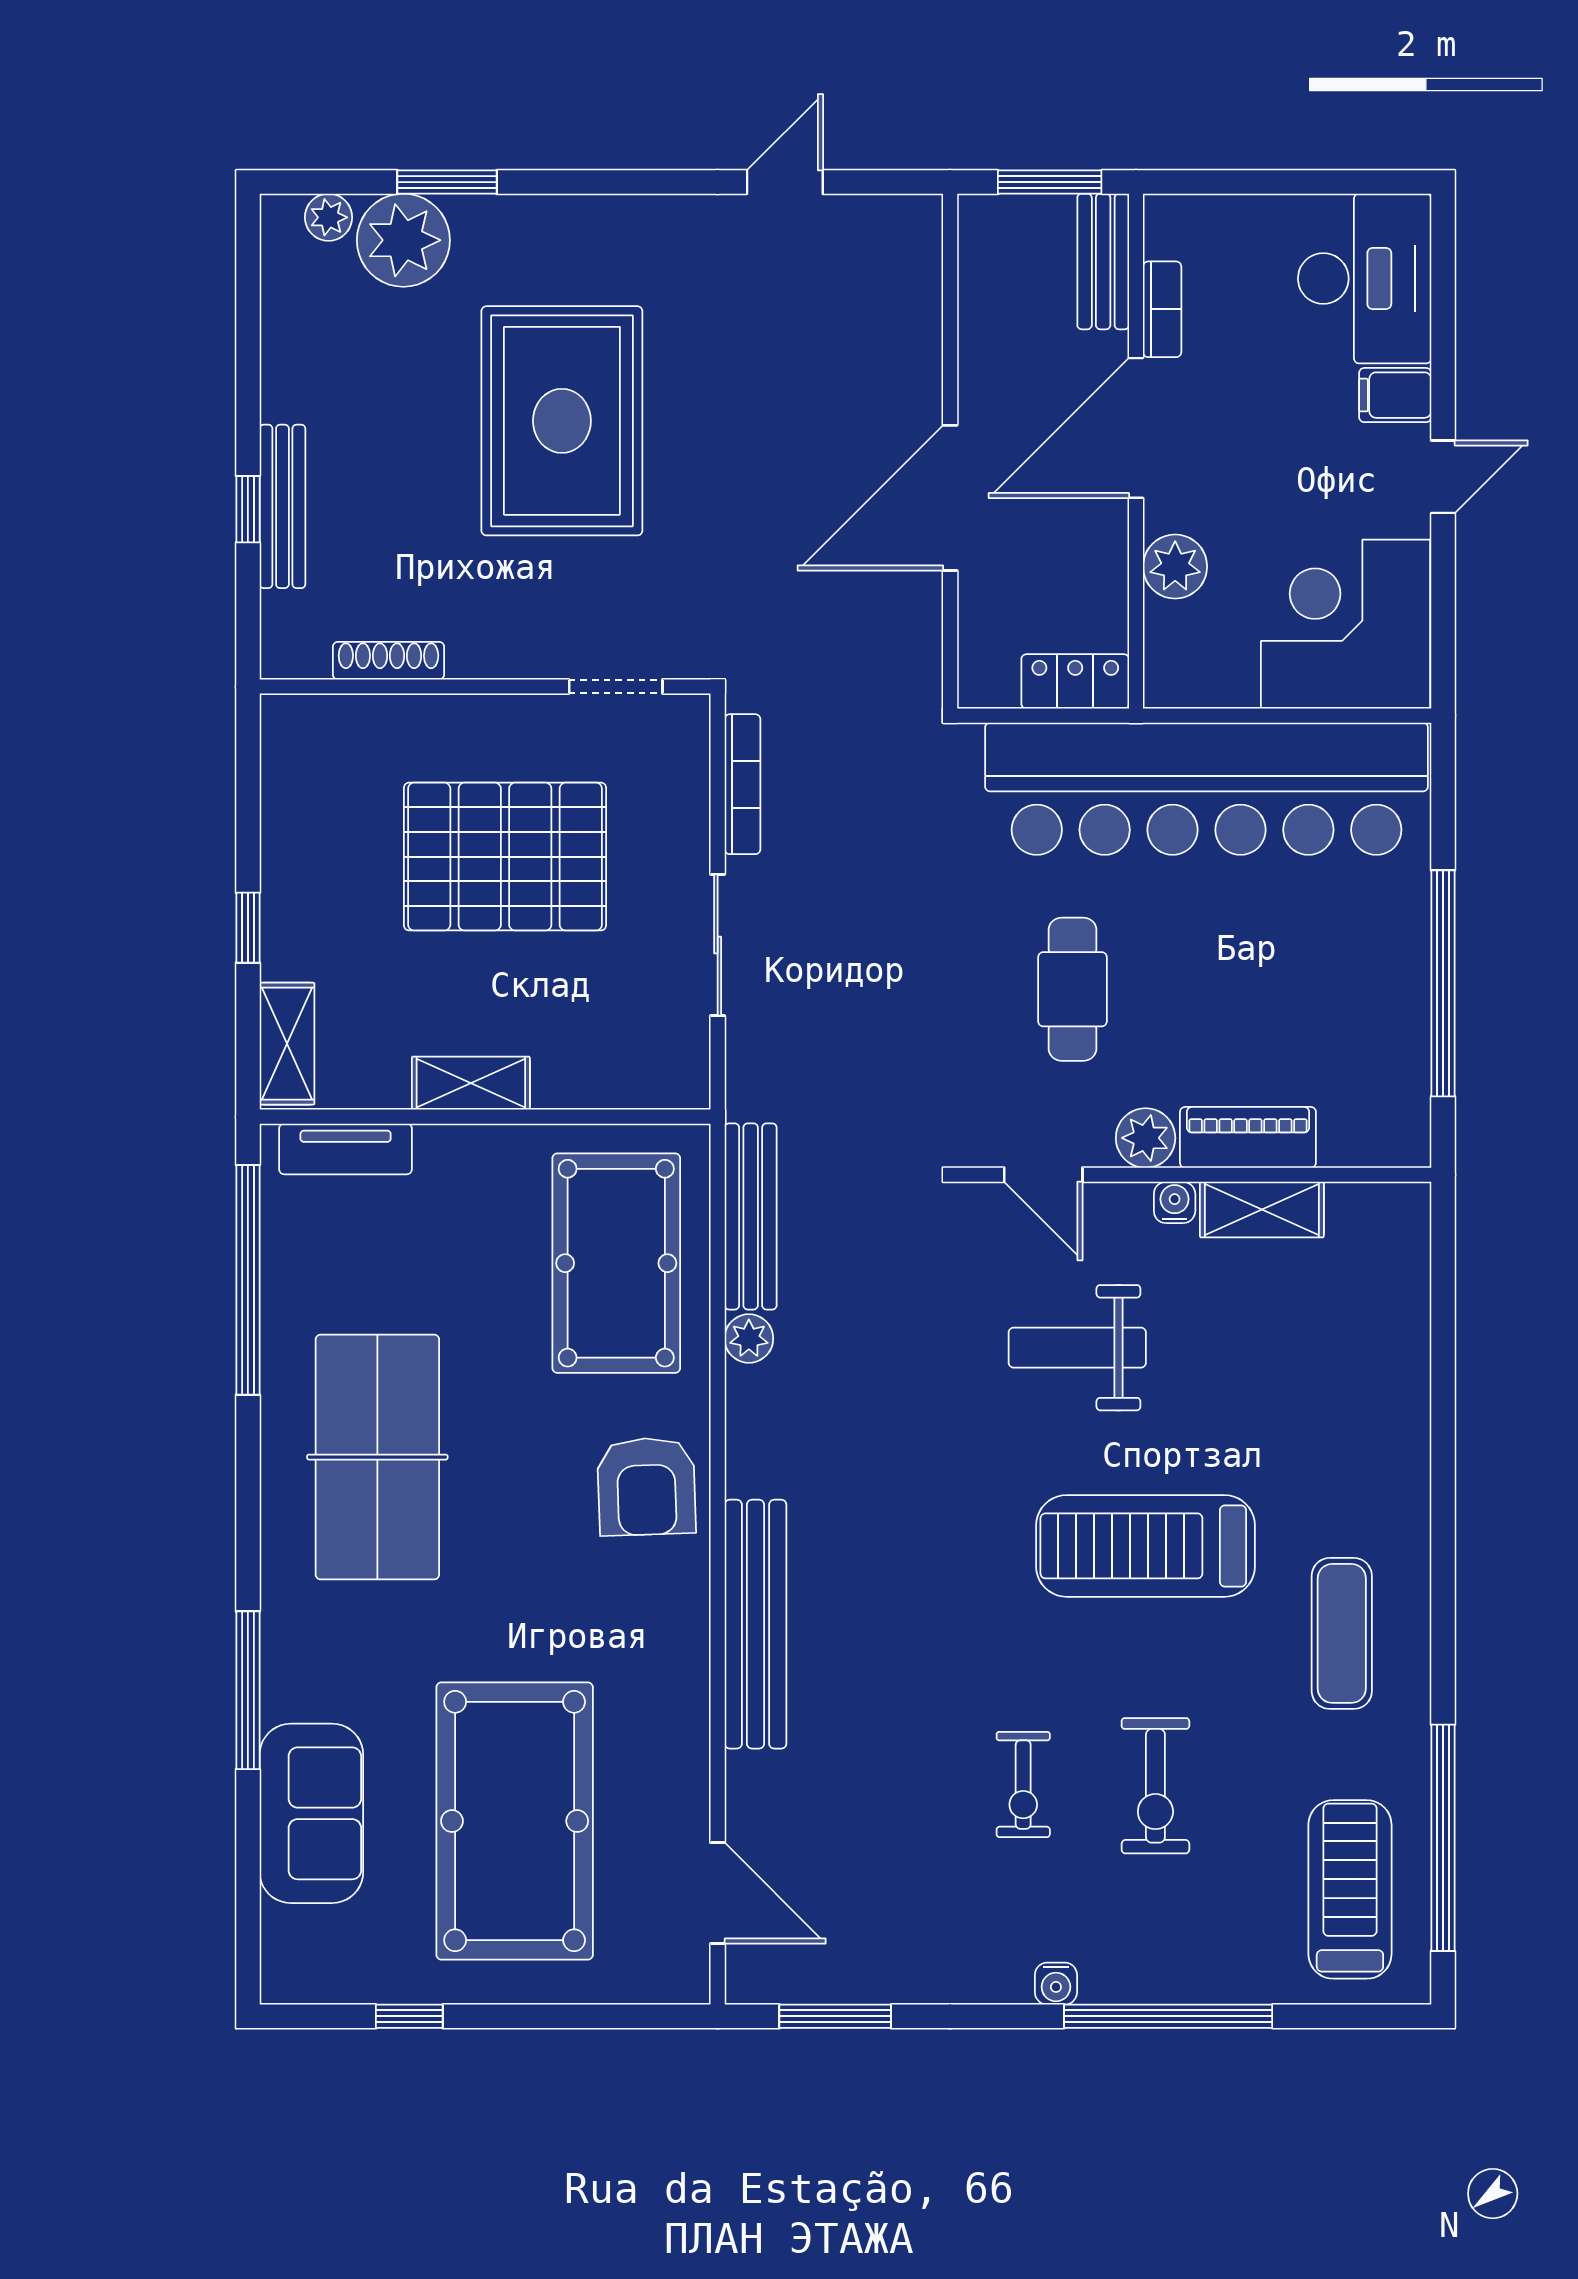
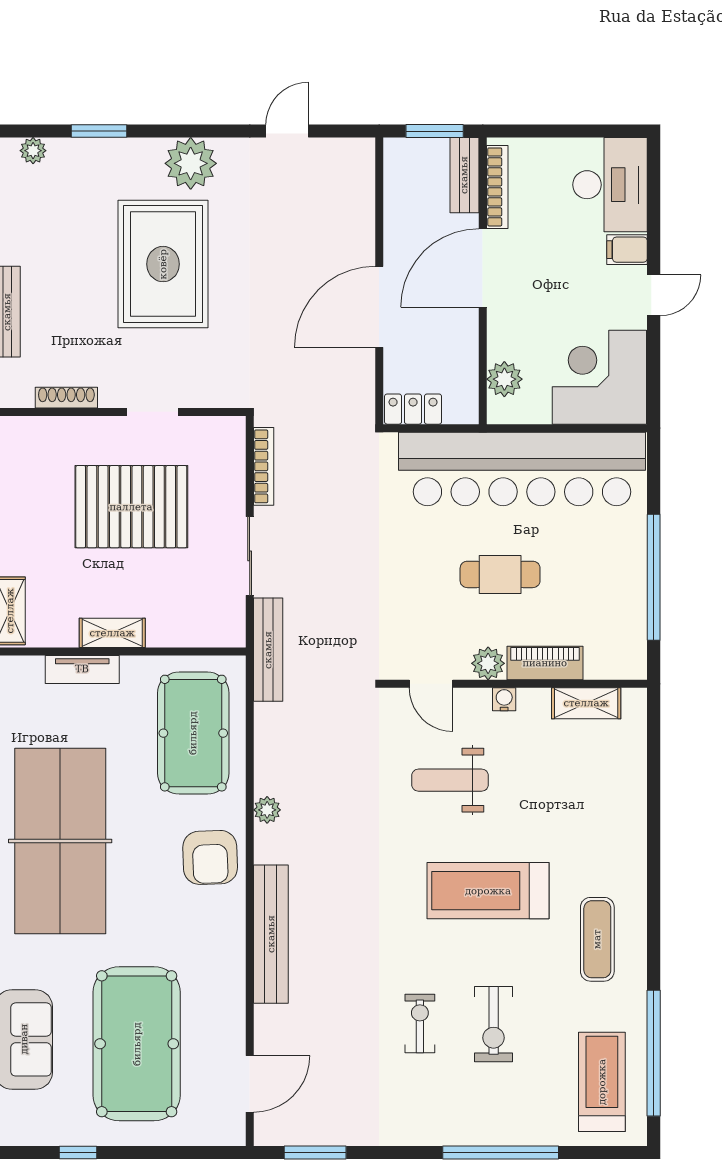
plant: (403, 240) -> (191, 163), moved
bookcase: (1162, 309) -> (497, 187), width x1.56
plant: (1175, 567) -> (504, 379), moved
locker: (1075, 681) -> (413, 409), moved
doorway: (616, 687) -> (153, 412), moved
cafe table: (1072, 989) -> (500, 574), moved, turned 90
tv unit: (346, 1149) -> (82, 669), moved
shelving: (1262, 1210) -> (586, 703), moved
bench: (751, 1216) -> (268, 650), moved
plant: (749, 1339) -> (267, 810), moved
table tennis table: (377, 1457) -> (60, 841), width x1.36, depth x1.32
exercise bike: (1023, 1785) -> (420, 1023), turned 180
door: (718, 1893) -> (250, 1084), hinge flipped
water cooler: (1056, 1984) -> (438, 1134), removed

